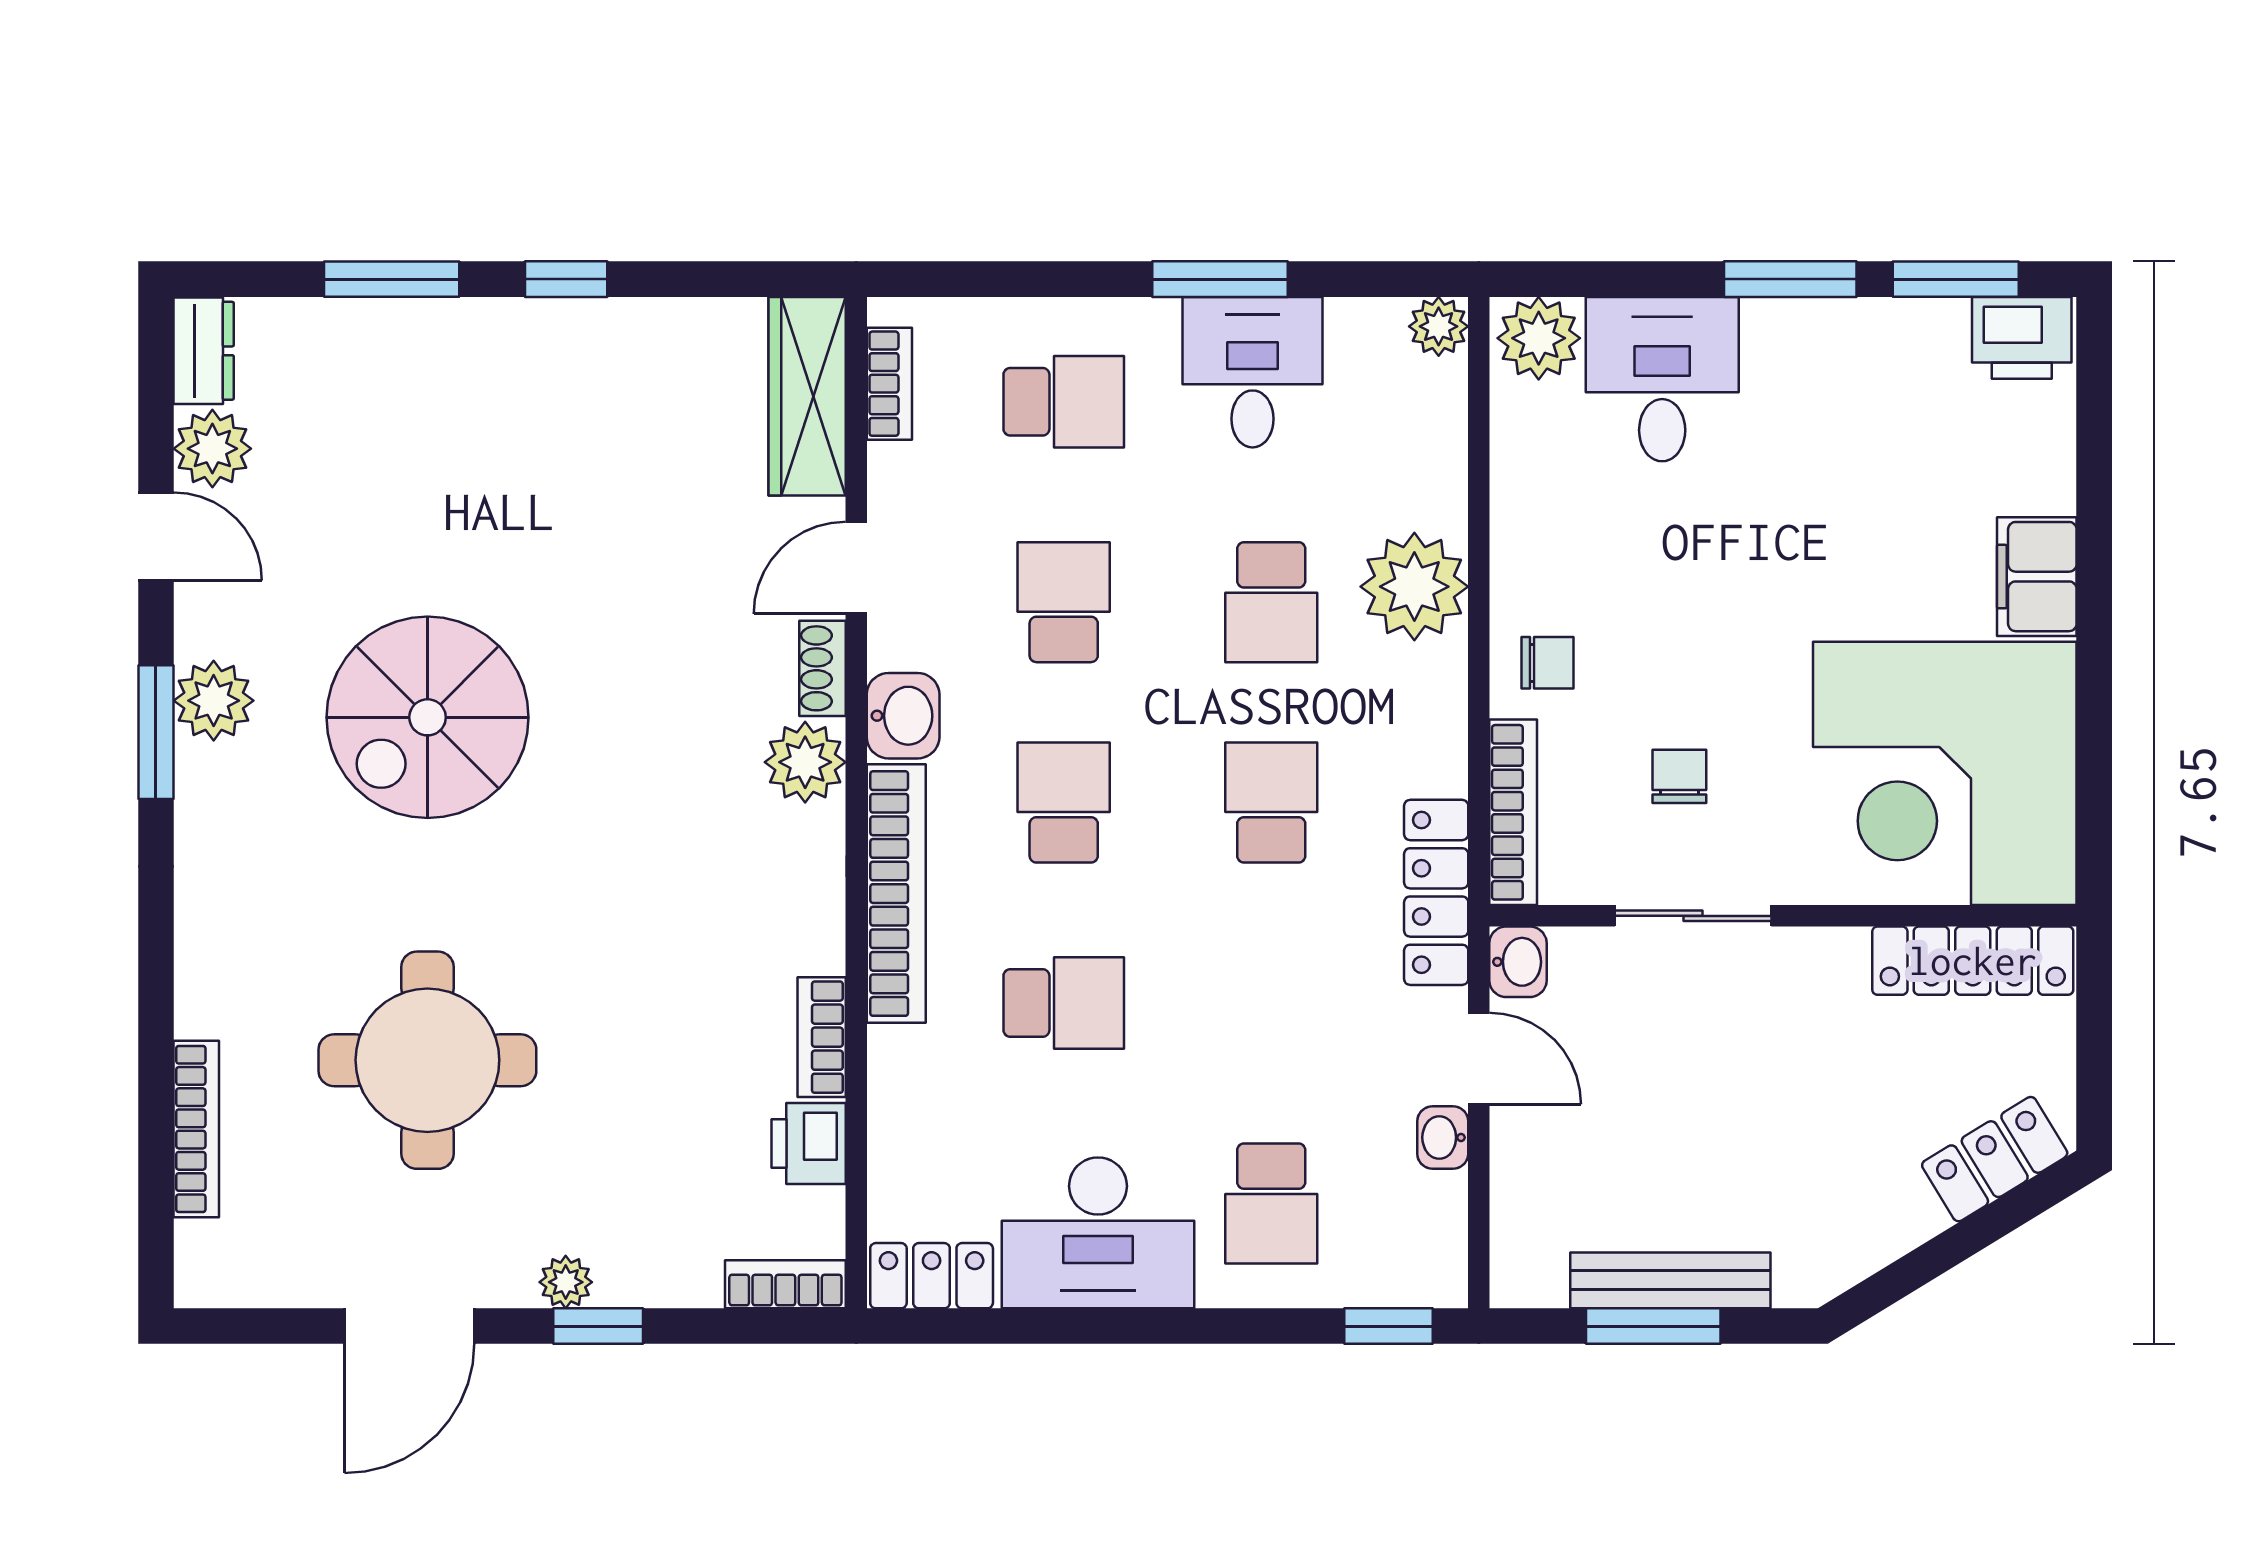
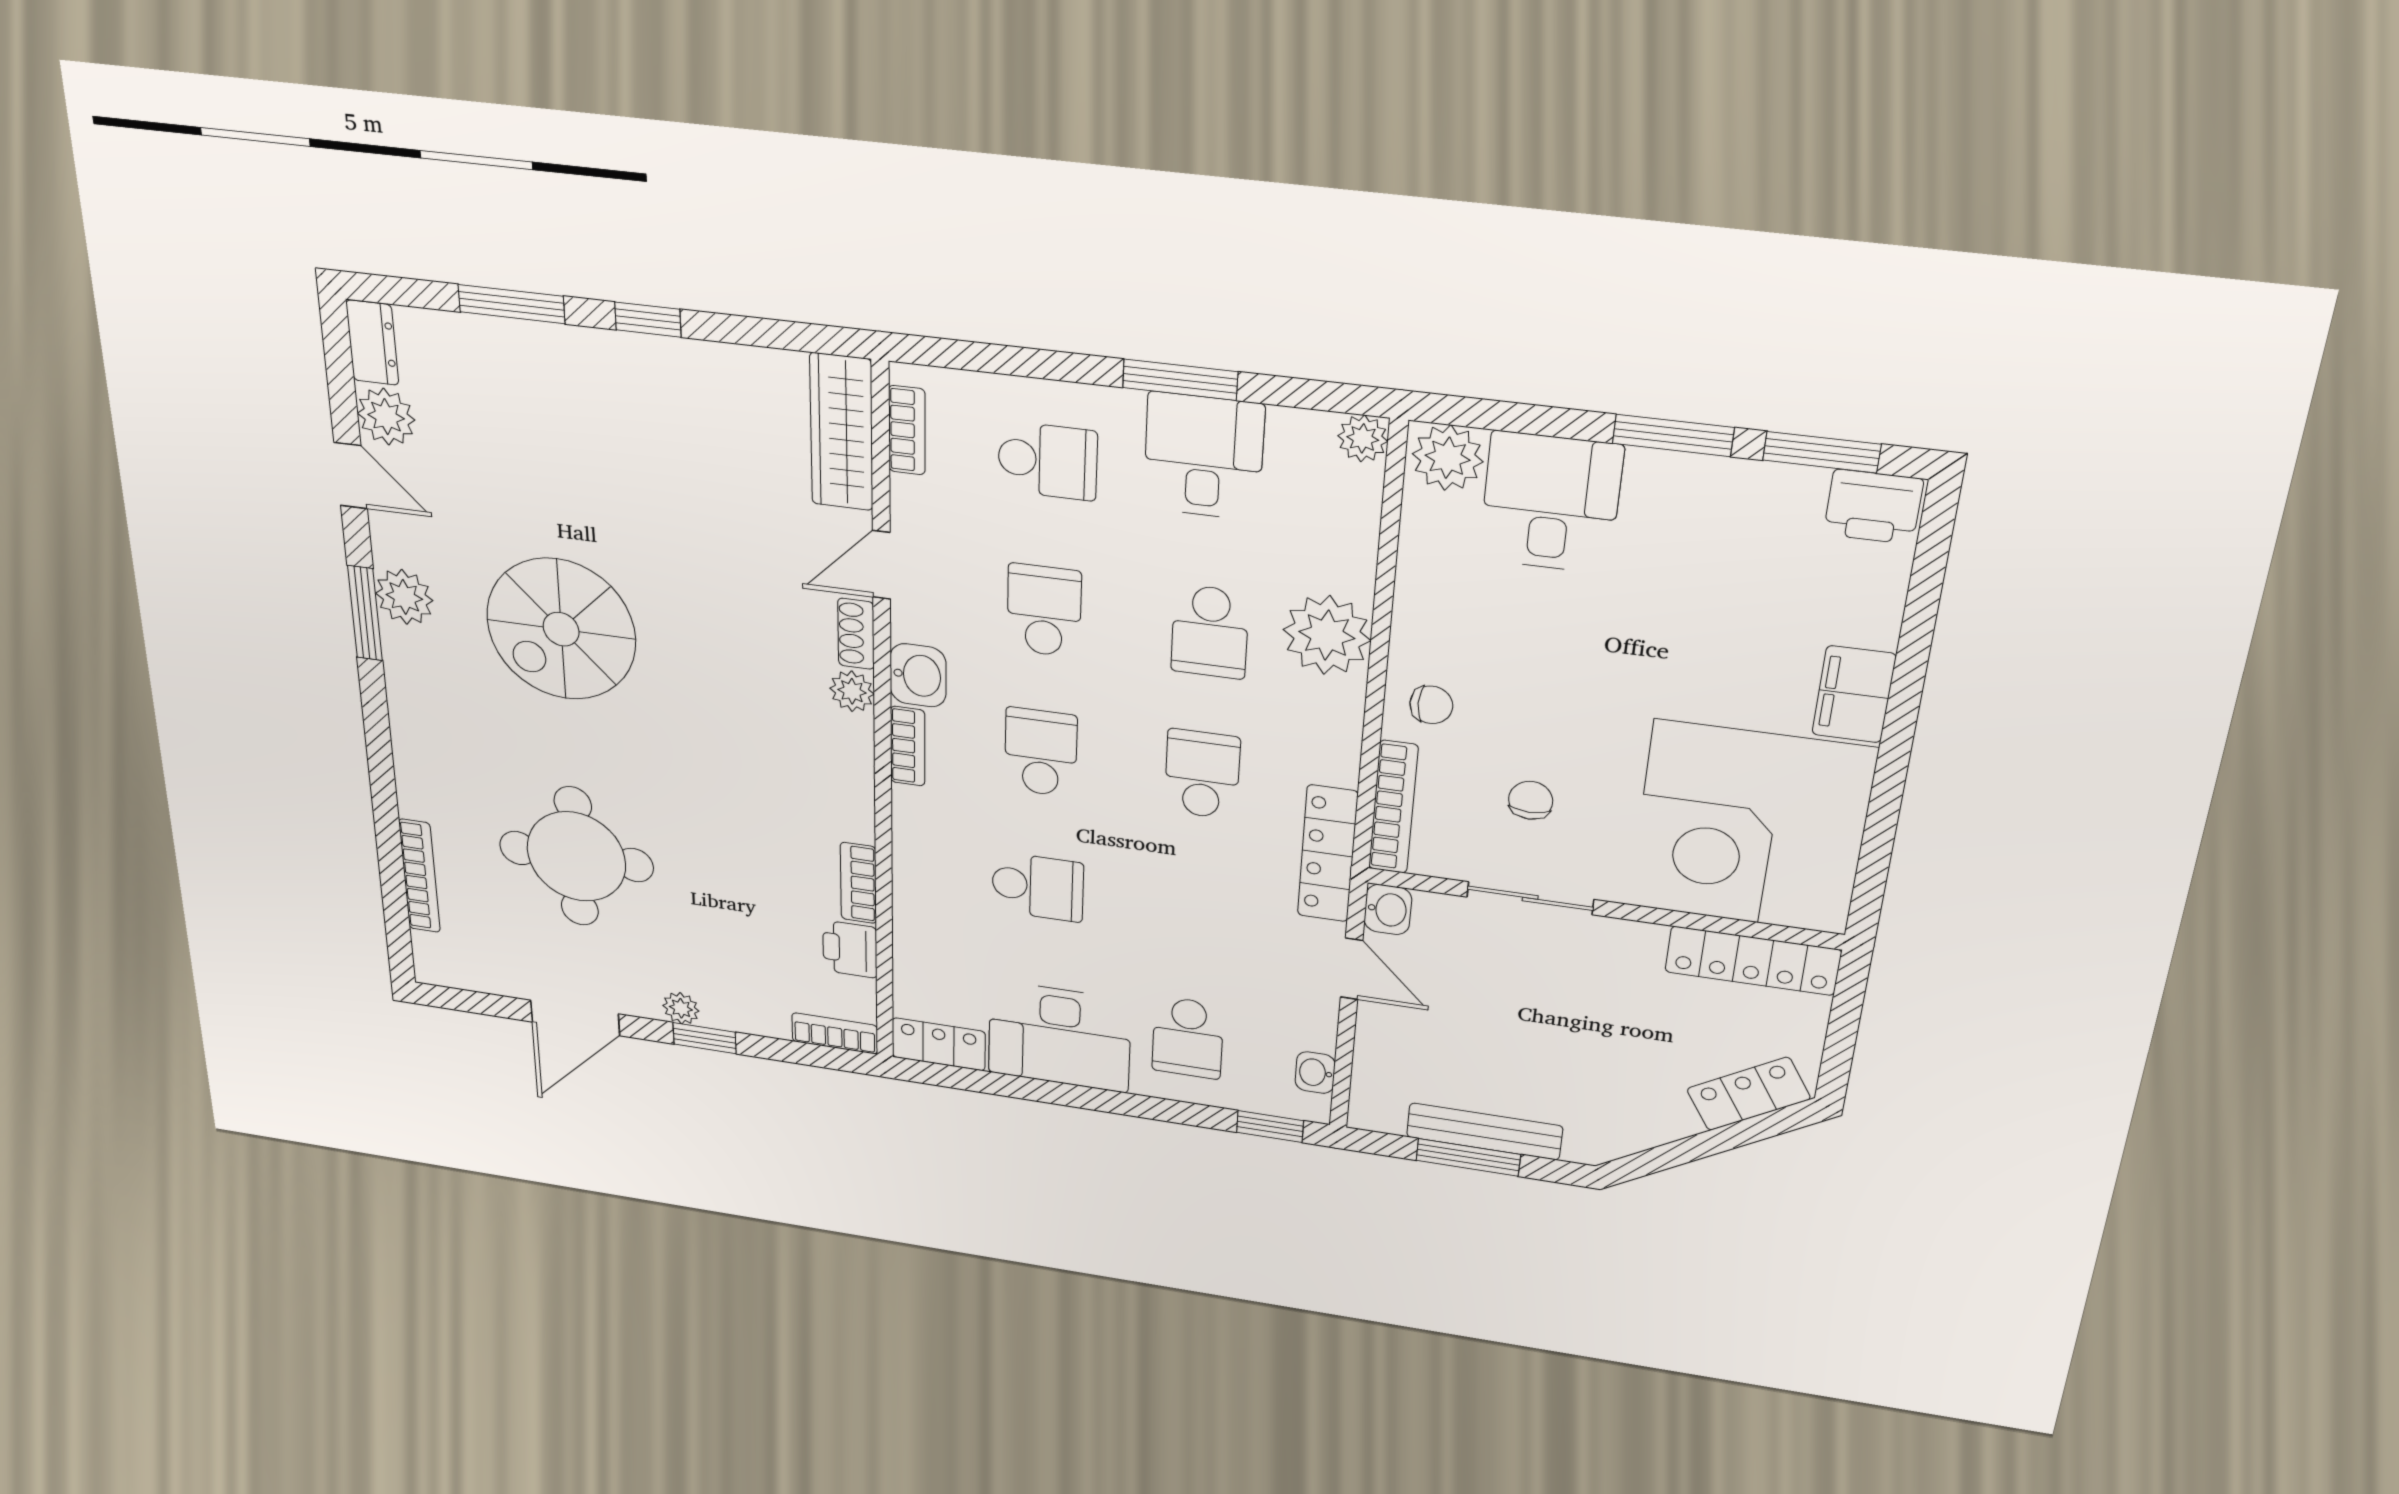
plant: (805, 762) -> (852, 691), width x0.73, depth x0.73
bookcase: (896, 894) -> (908, 746), width x0.43, depth x0.76
washbasin: (1443, 1137) -> (1315, 1073), moved

